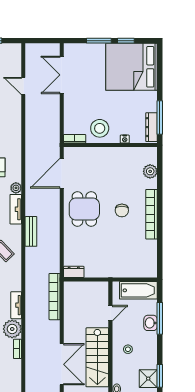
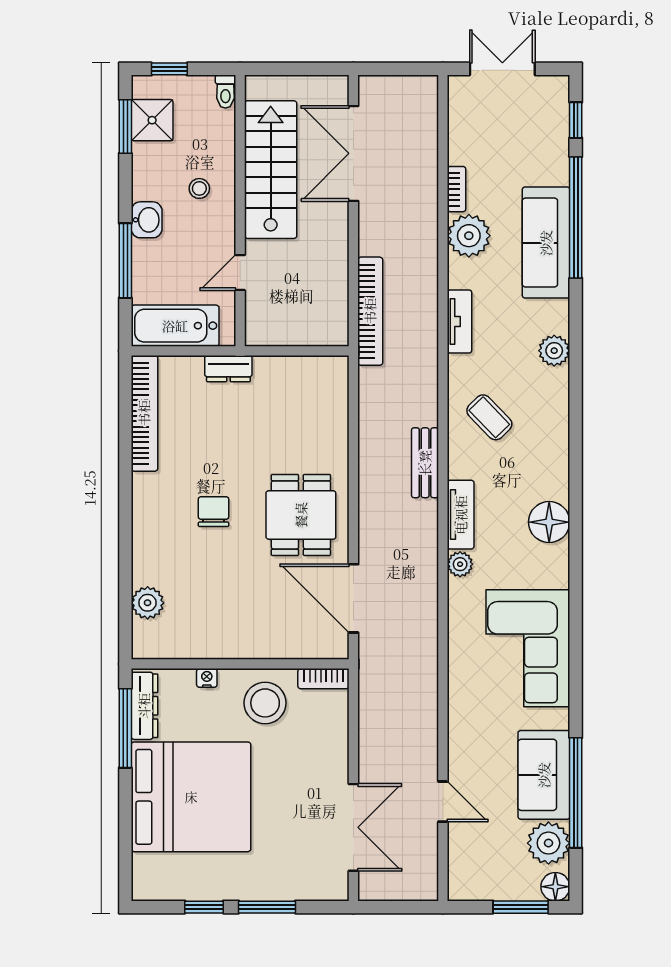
bed: (132, 67) -> (191, 797), moved
door: (62, 173) -> (353, 598), swing flipped
bookcase: (151, 214) -> (144, 413), moved
dresser: (74, 272) -> (228, 369), moved
tv unit: (16, 305) -> (460, 321), moved
washbasin: (151, 323) -> (147, 220), moved

